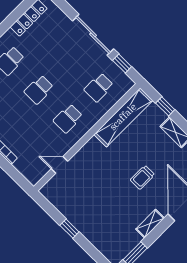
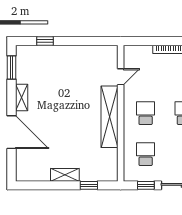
shelving: (123, 117) -> (109, 117), moved
trolley: (142, 177) -> (57, 123), removed
window: (69, 229) -> (45, 41), moved

